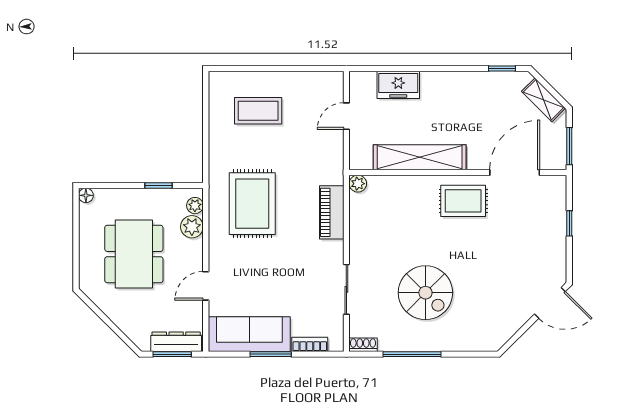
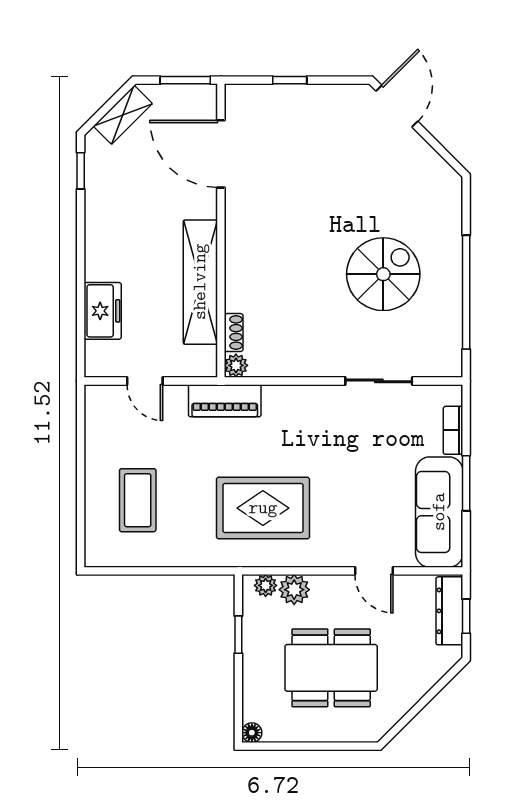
rug: (463, 201) -> (259, 223), removed
piano: (332, 212) -> (225, 401), moved
shoe rack: (363, 345) -> (234, 333), moved, turned 180
window: (172, 354) -> (466, 616), width x0.67
window: (412, 354) -> (466, 292), width x1.46

